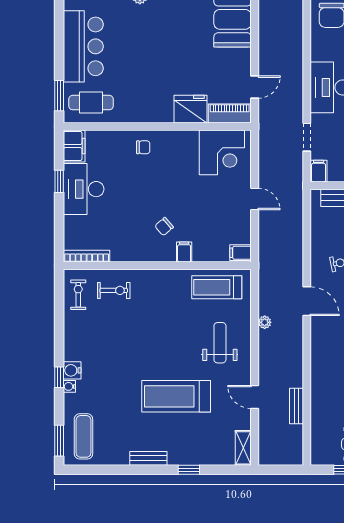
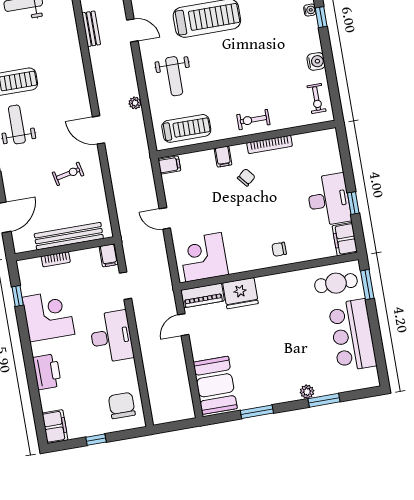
bookcase: (87, 256) -> (270, 144), moved
exercise bike: (114, 290) -> (253, 120), moved
water cooler: (72, 370) -> (316, 61), moved

